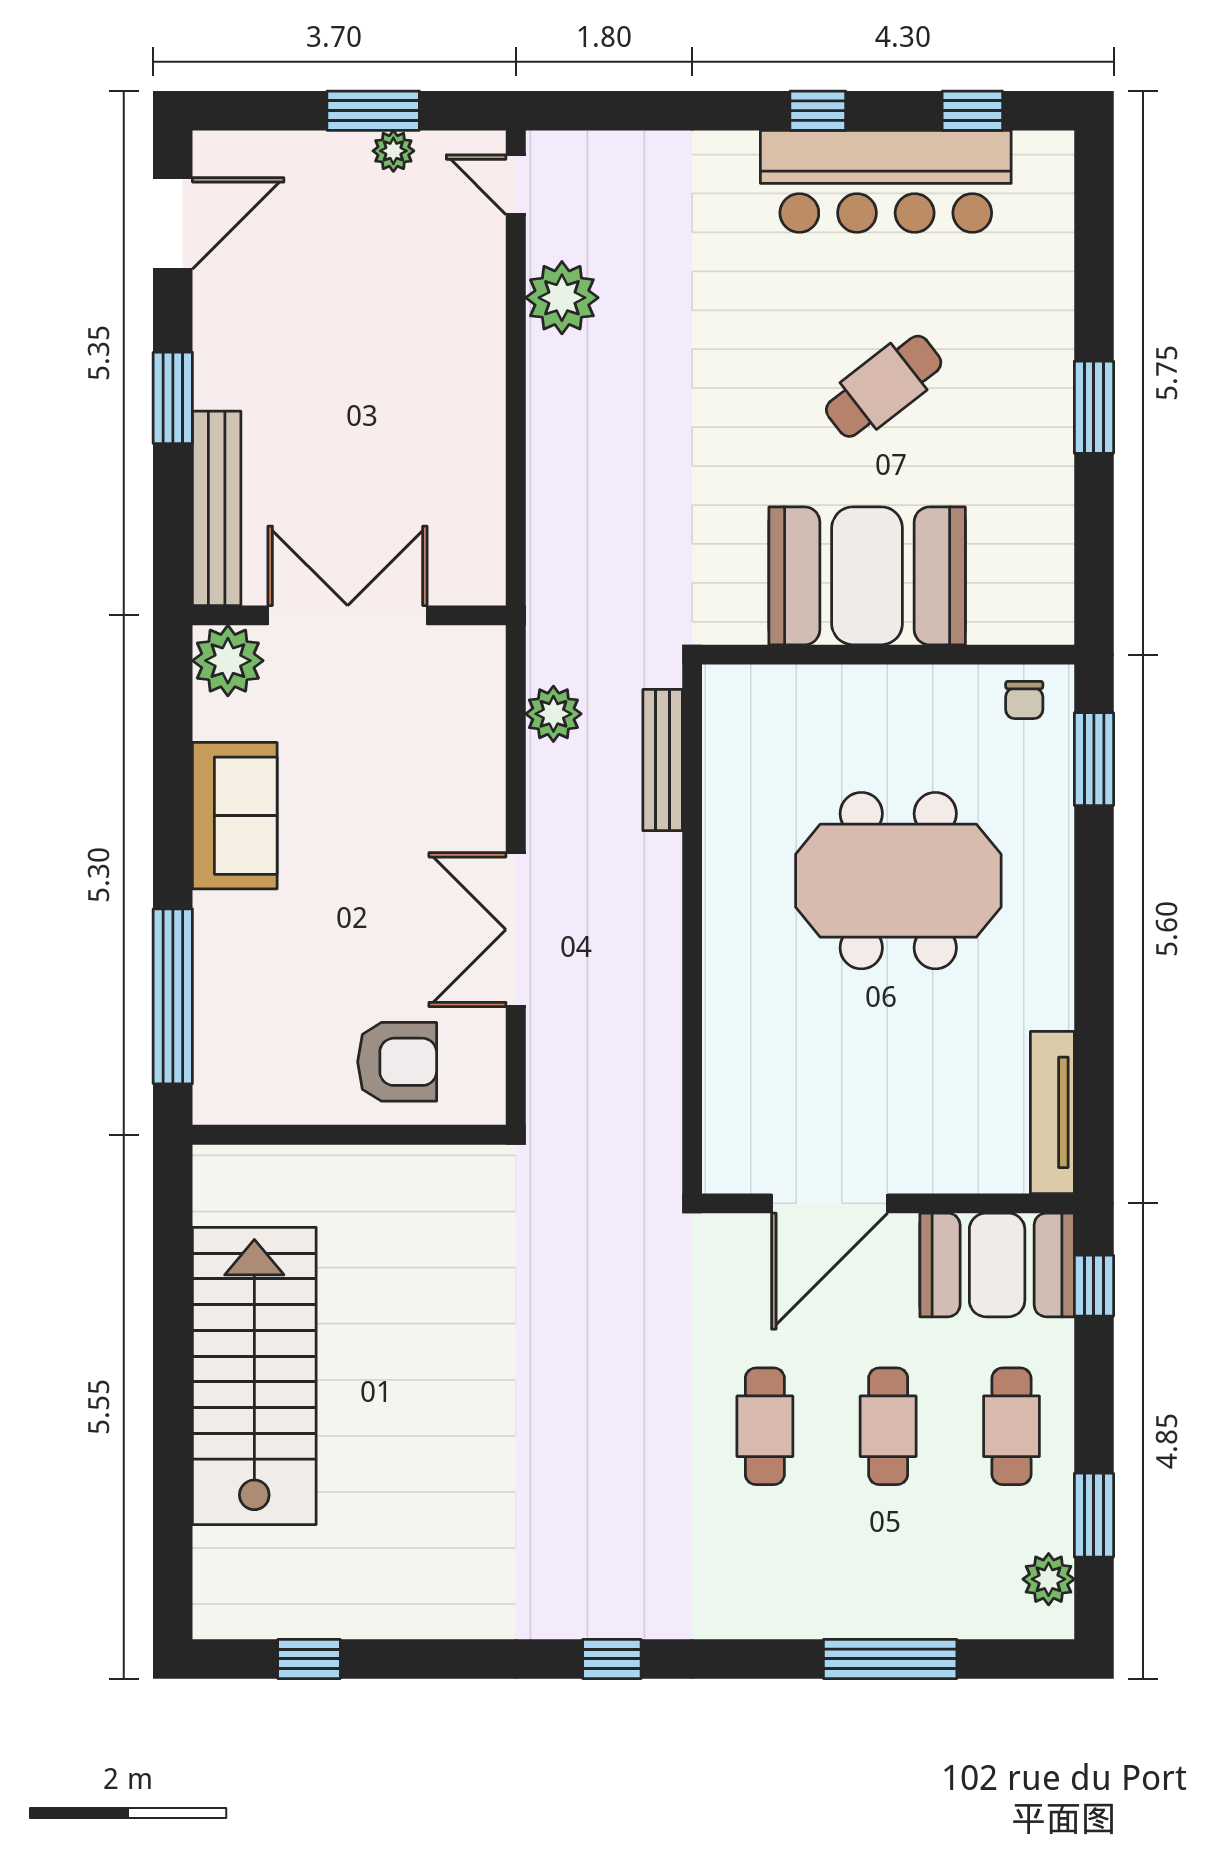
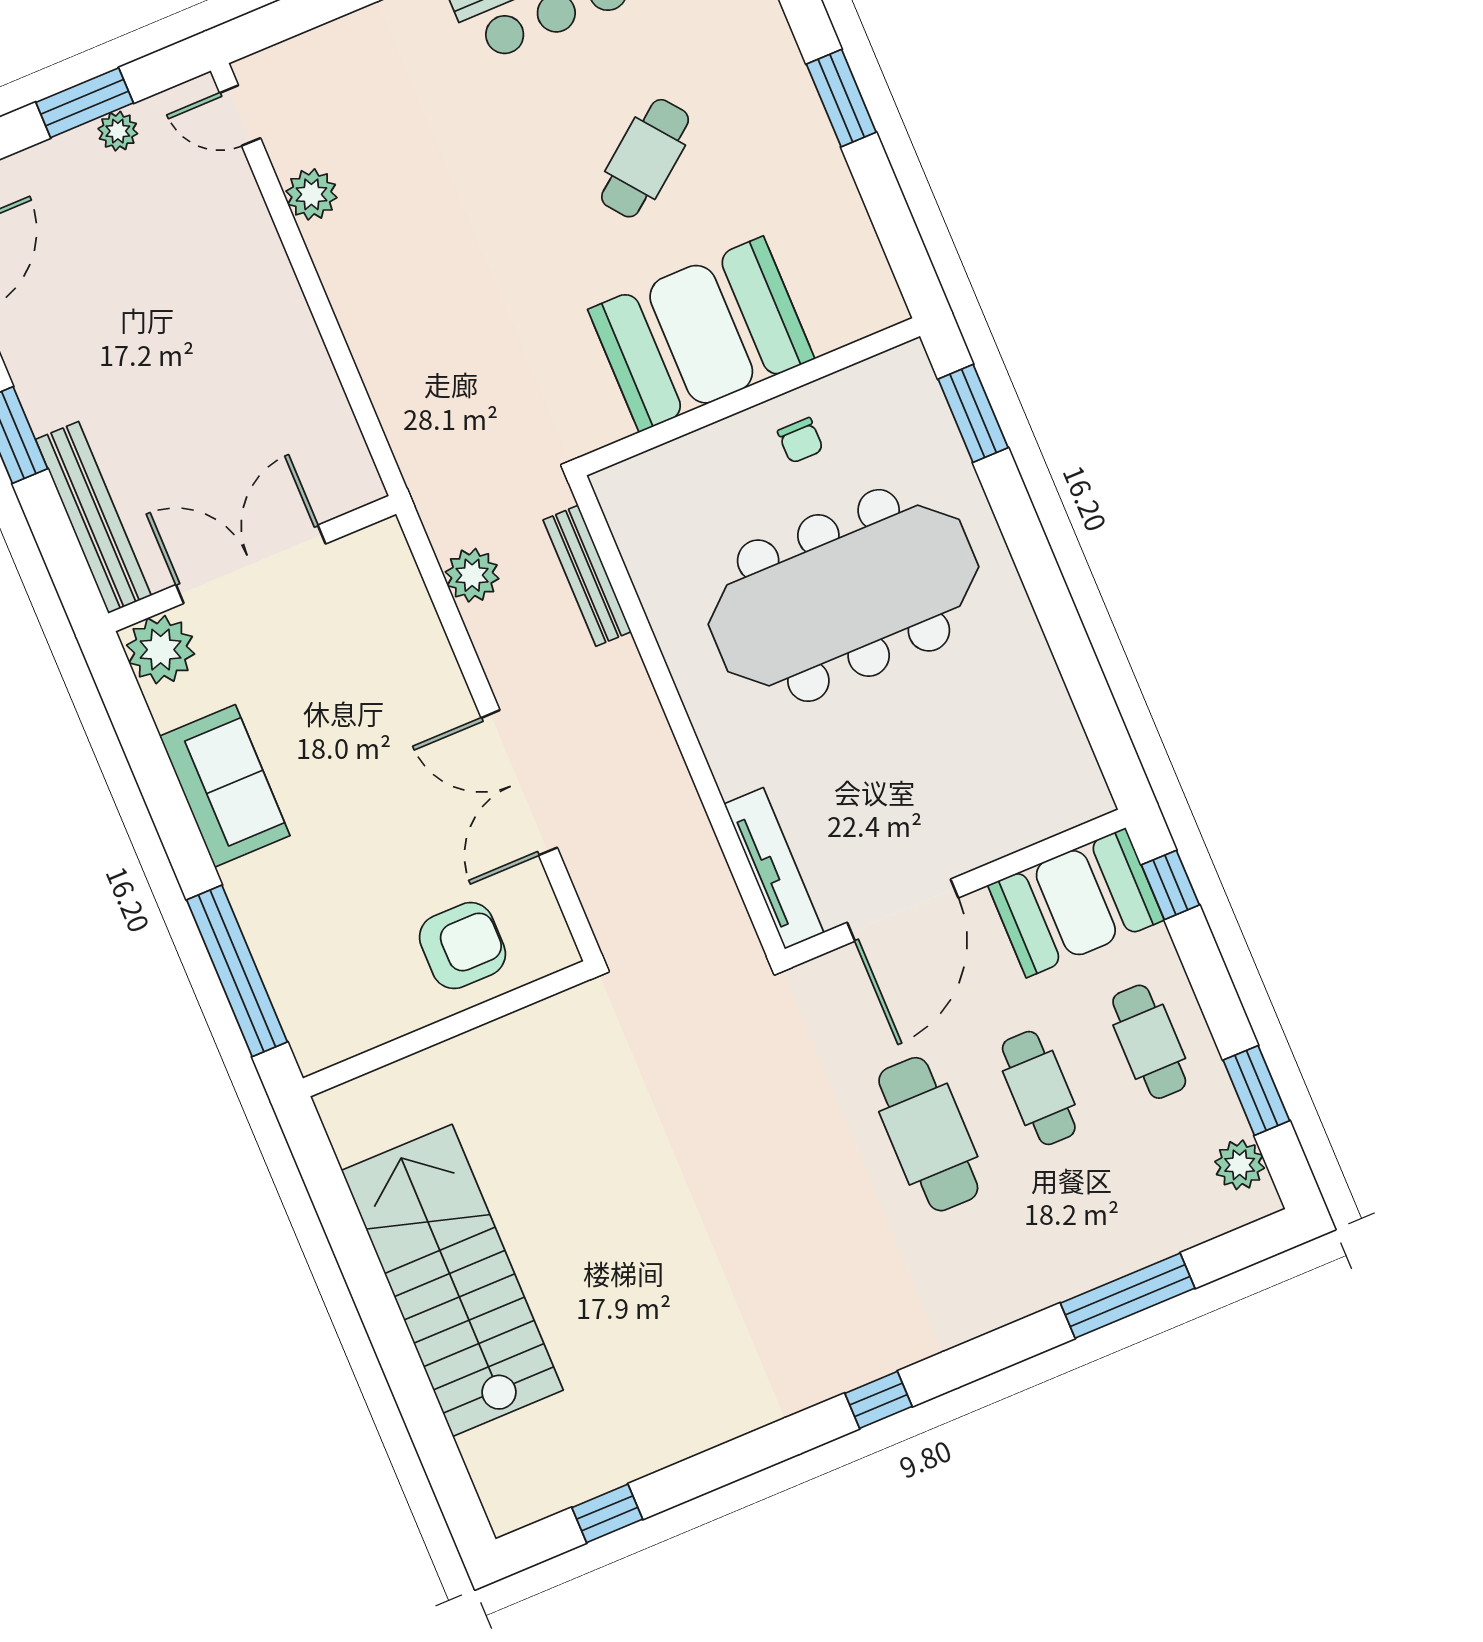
plant: (562, 298) -> (311, 194), width x0.73, depth x0.73
chair: (1024, 700) -> (800, 440), moved
meeting table: (898, 881) -> (843, 595), width x1.36
tv unit: (1052, 1112) -> (774, 868), moved, turned 180
cafe table: (765, 1426) -> (928, 1134), width x1.37, depth x1.35

